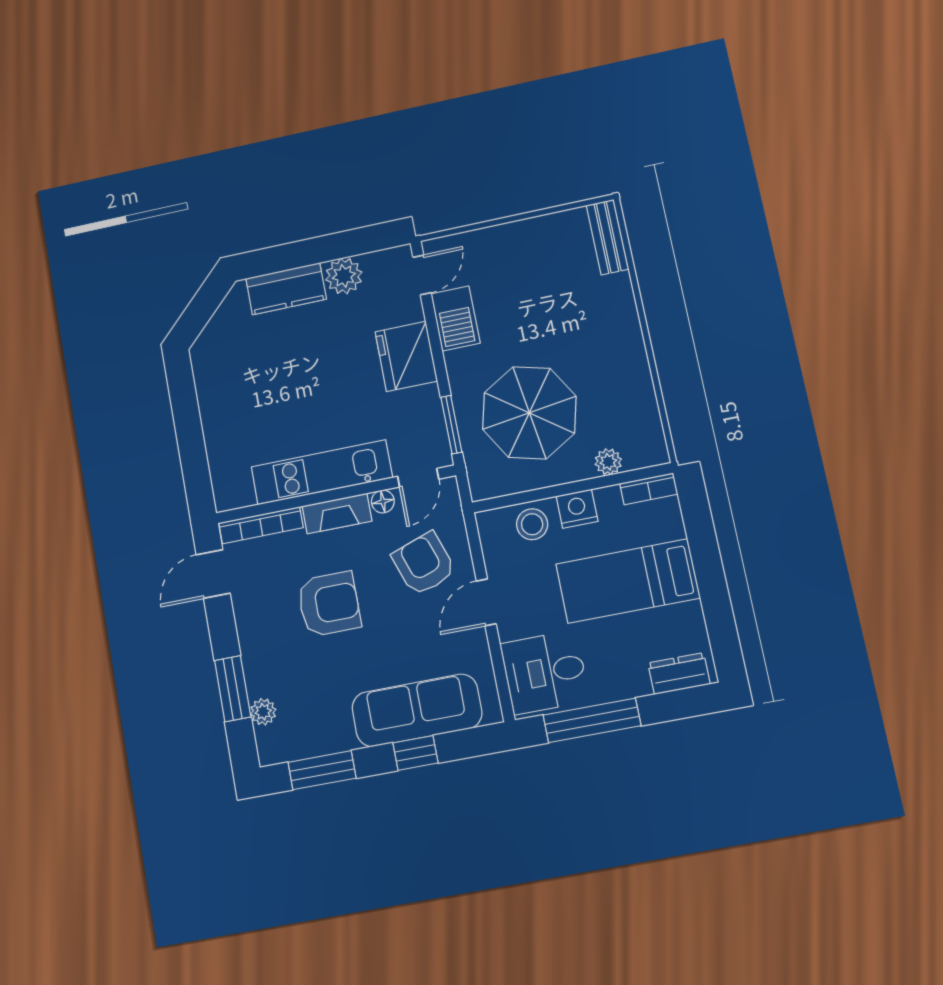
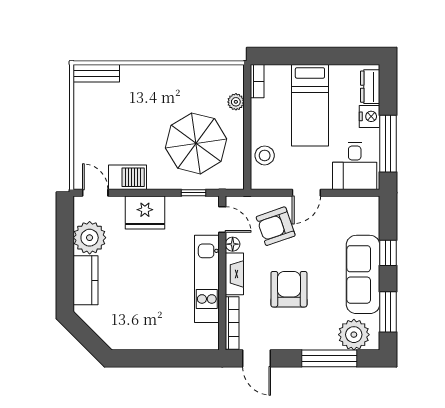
plant: (344, 276) -> (90, 238), width x1.36, depth x1.36
window: (451, 425) -> (194, 193), width x0.67
nightstand: (577, 509) -> (370, 116), moved, turned 180
door: (486, 602) -> (306, 193), hinge flipped
window: (233, 689) -> (329, 358), width x1.44
sofa: (417, 710) -> (363, 274), moved
plant: (263, 712) -> (354, 335), width x1.88, depth x1.88

